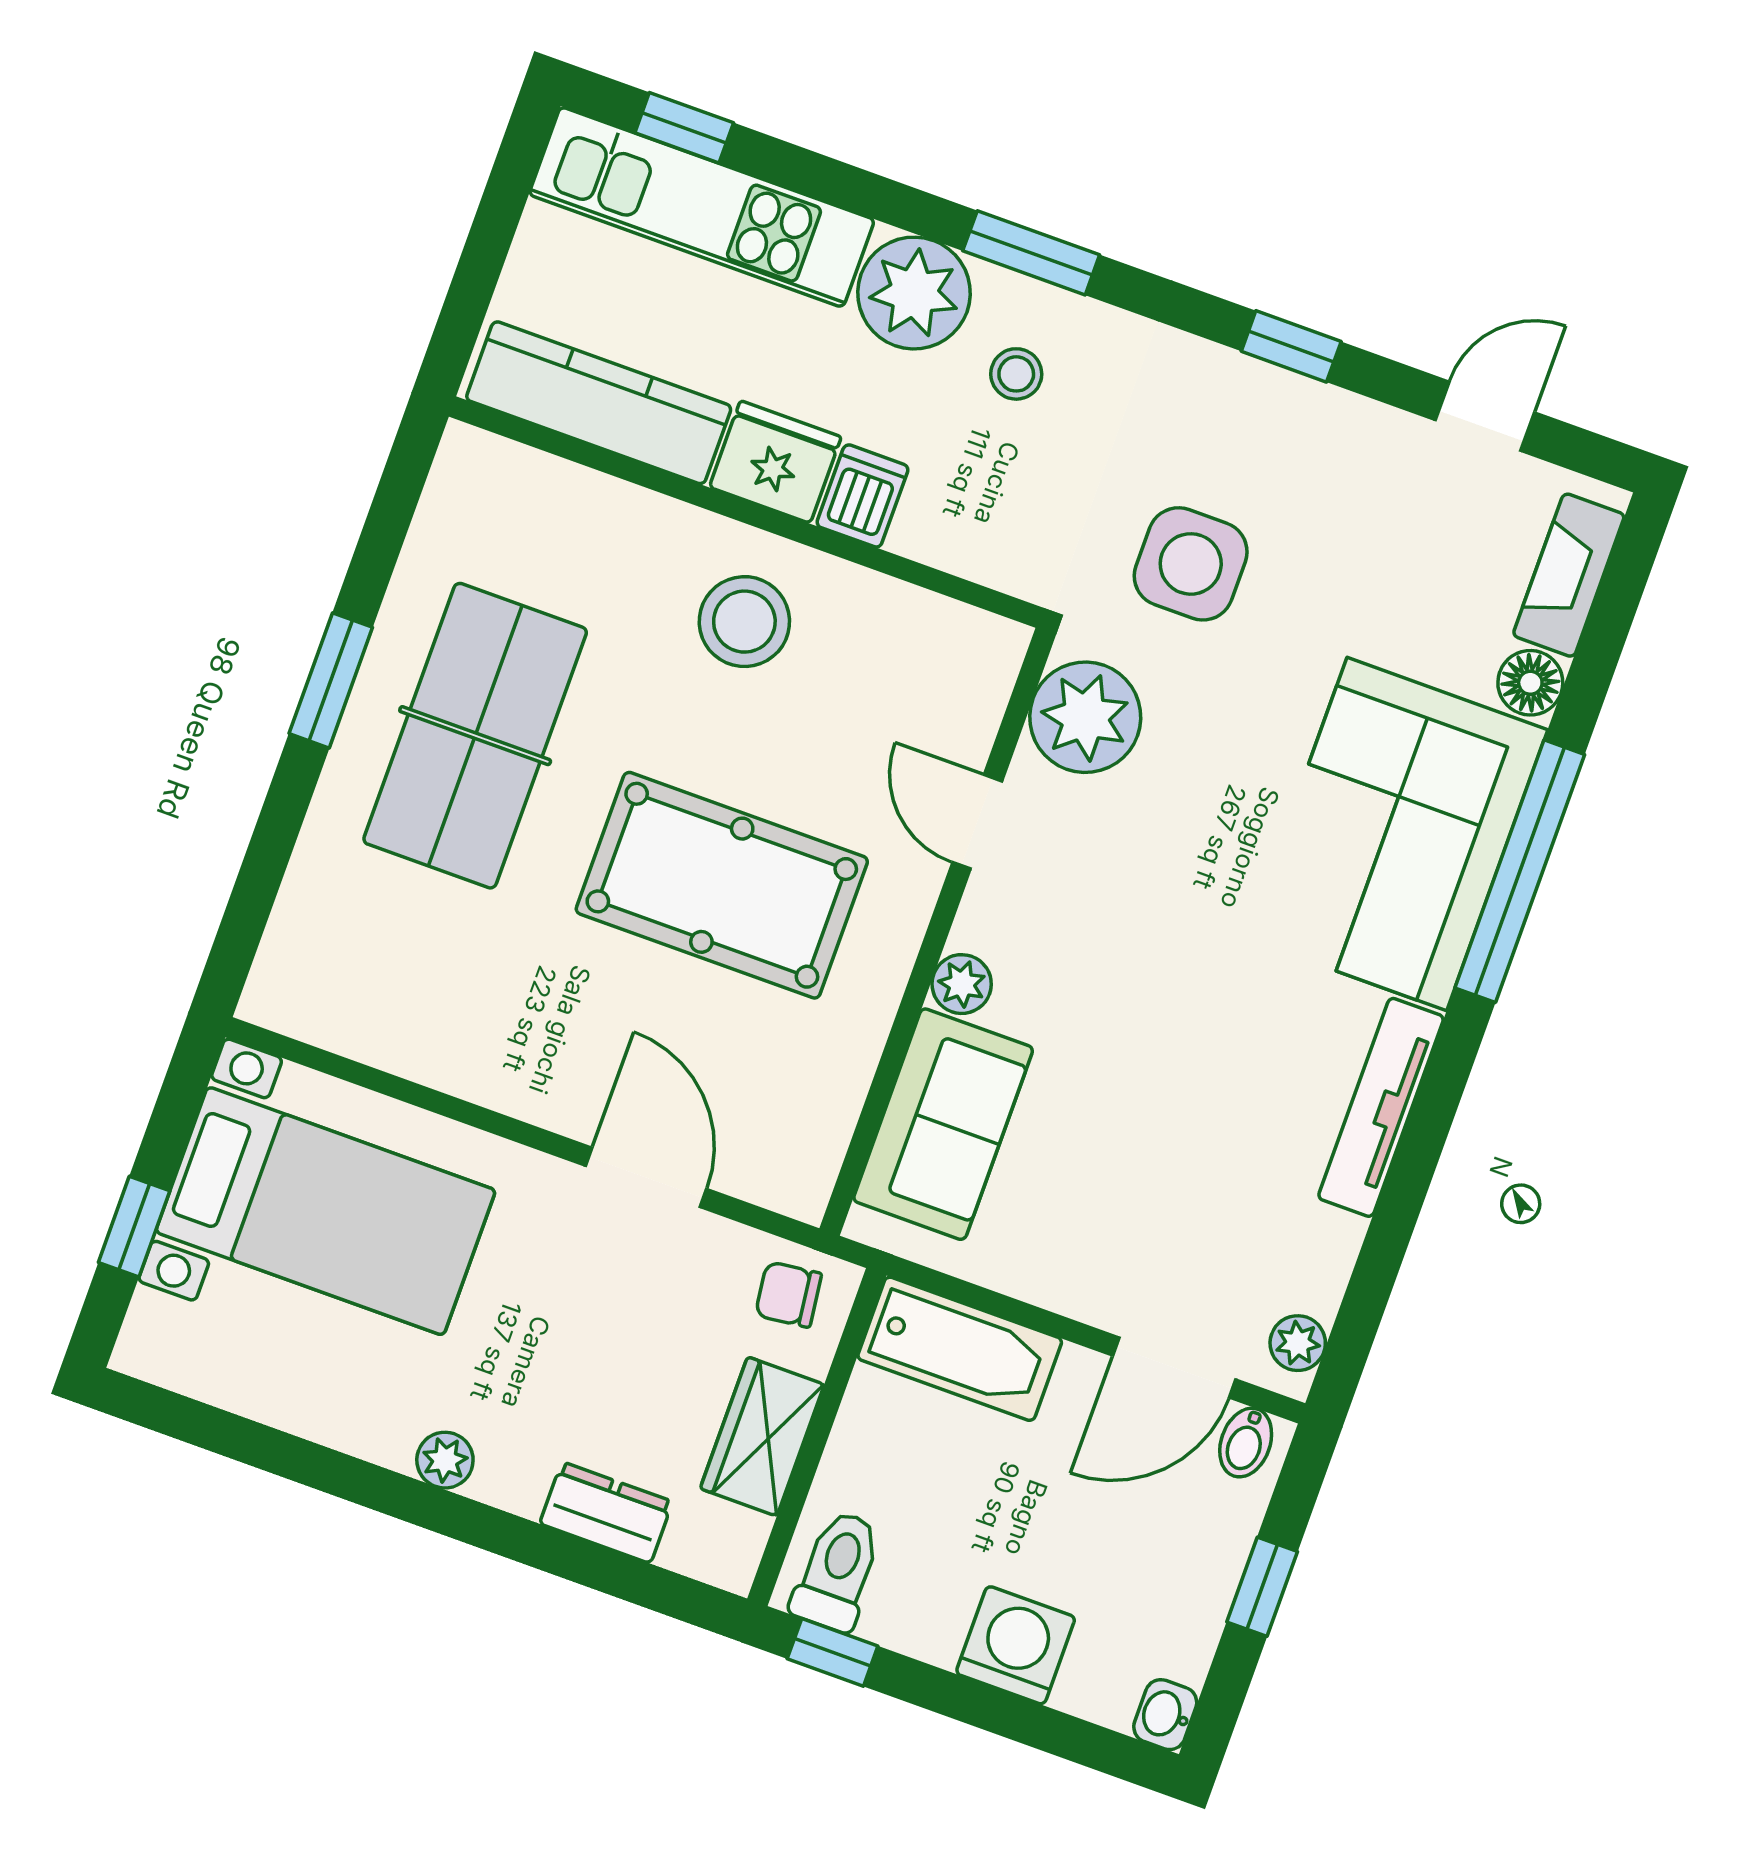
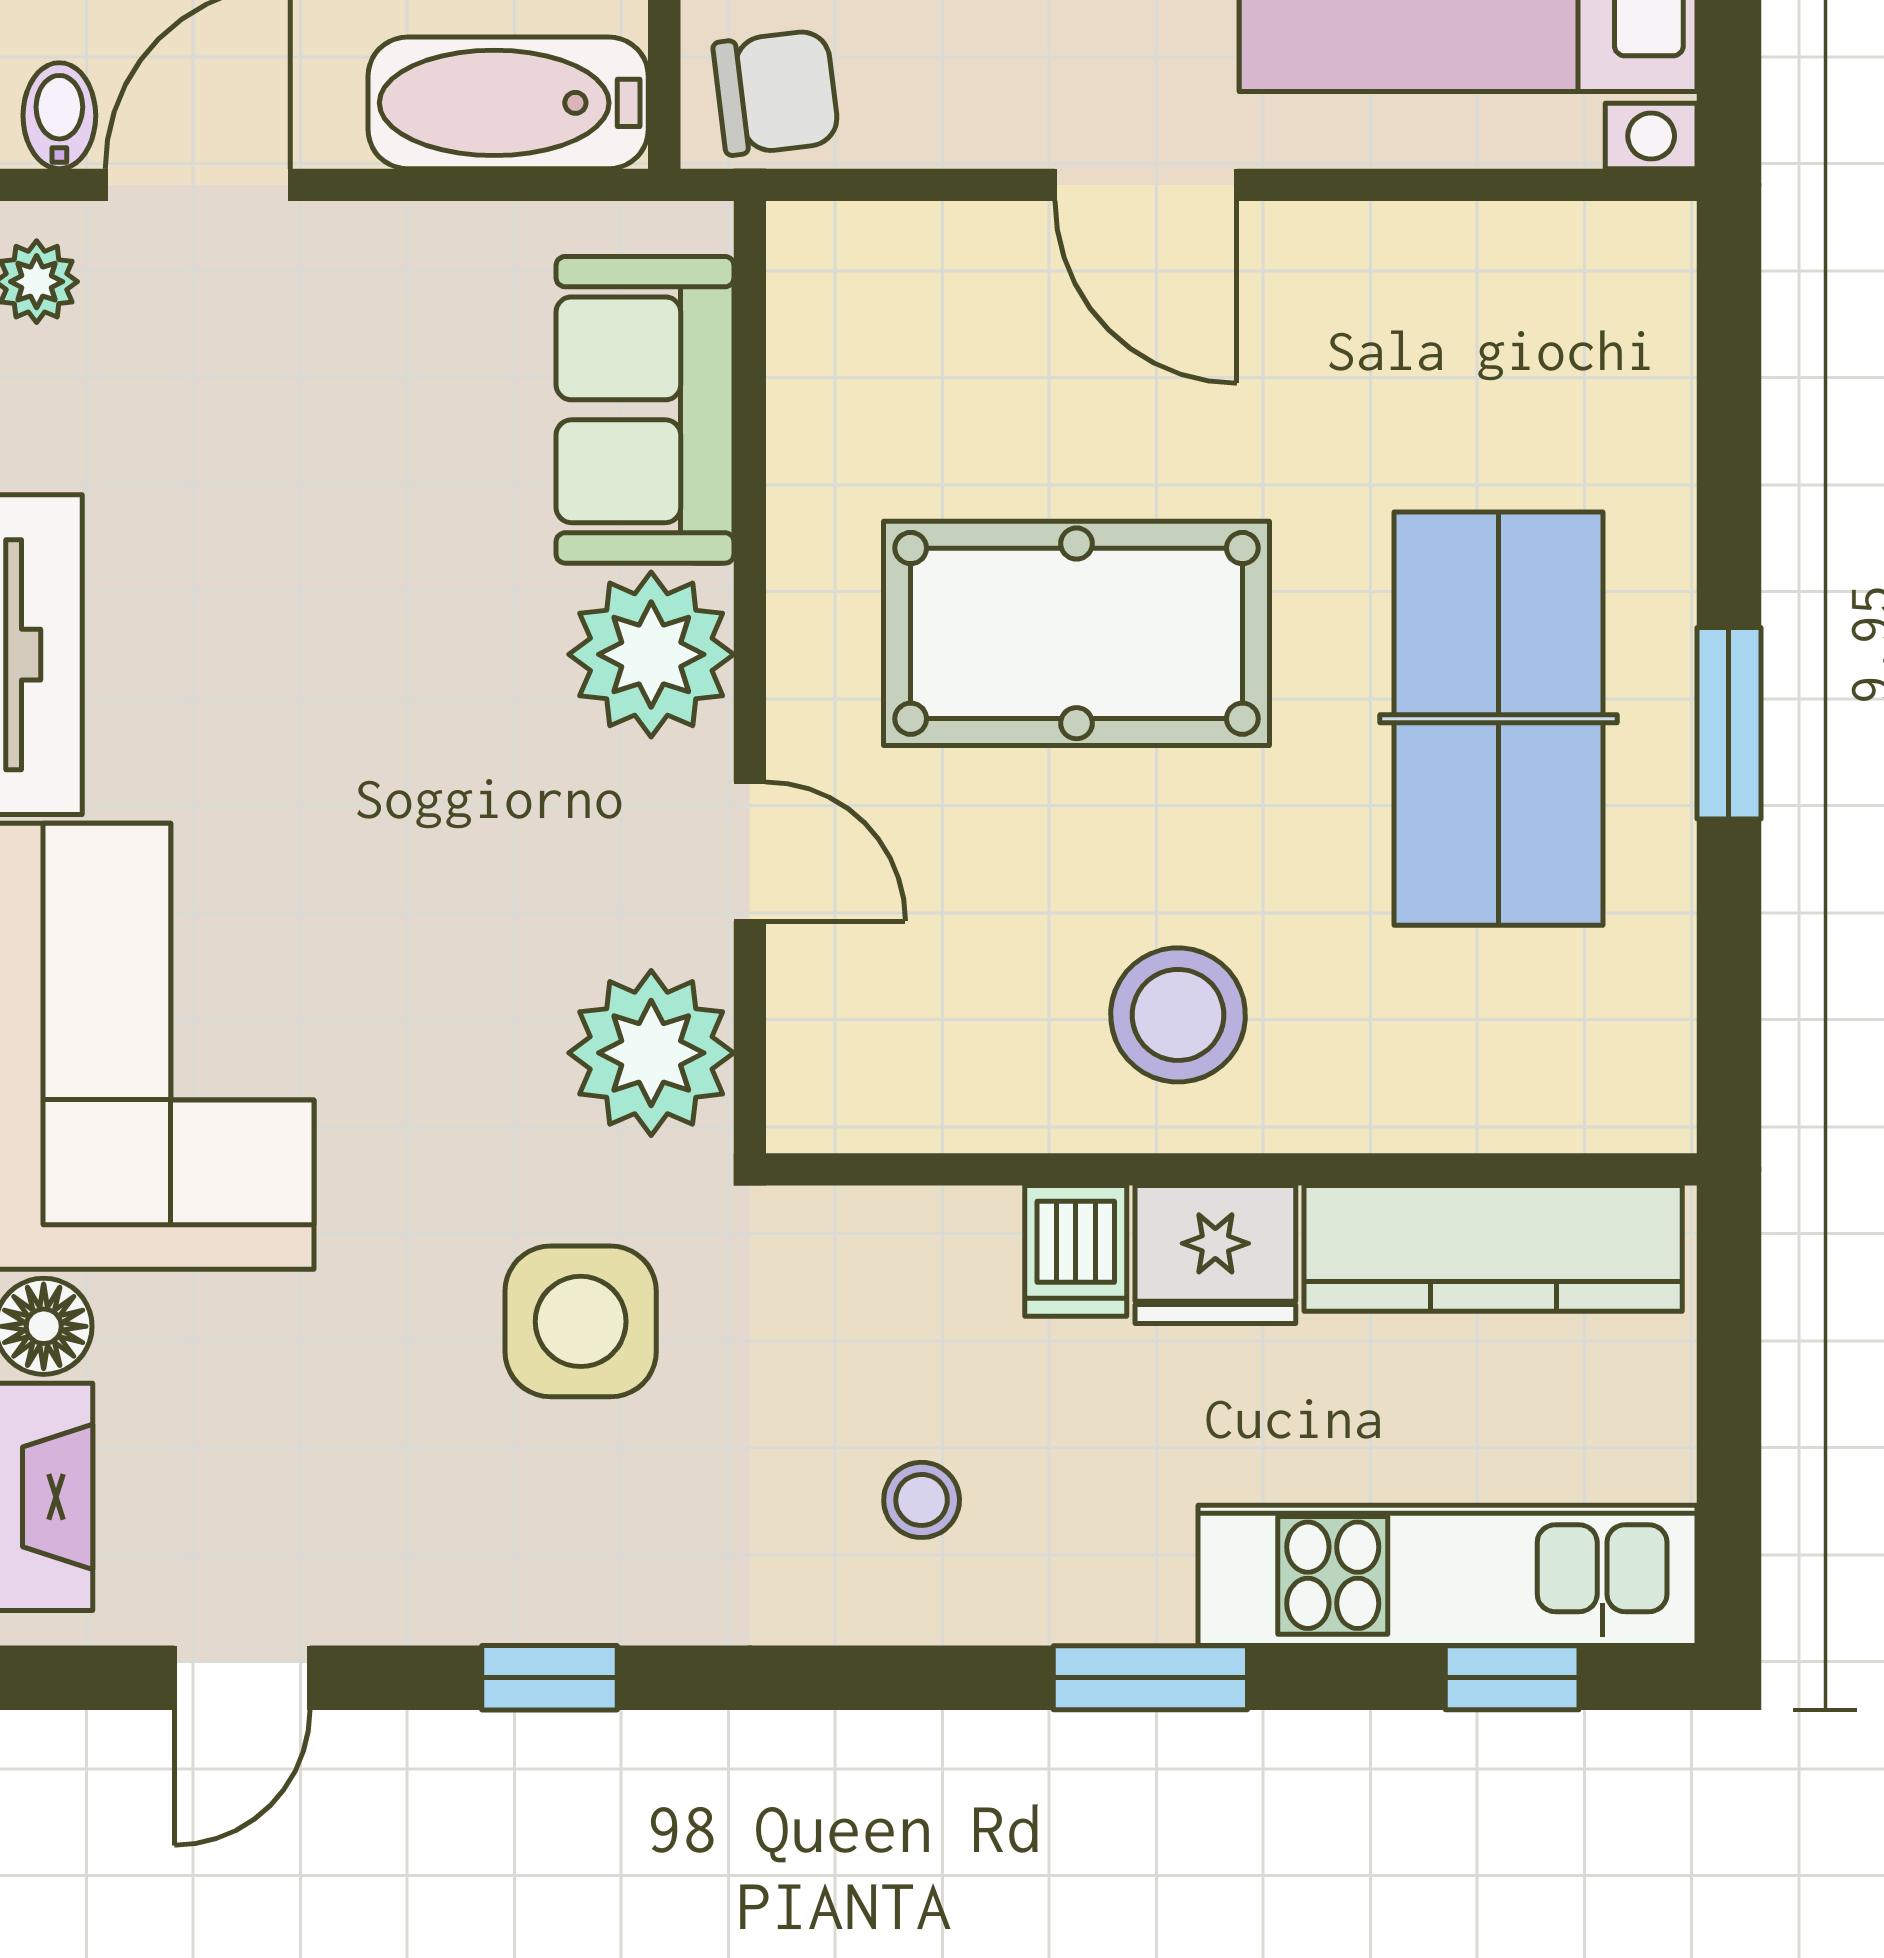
window: (1031, 253) -> (1150, 1678), moved
plant: (914, 293) -> (1106, 1562), removed
plant: (962, 984) -> (651, 654), width x1.87, depth x1.87
door: (646, 1177) -> (1146, 185), moved
chair: (788, 1294) -> (776, 93), width x1.37, depth x1.37

